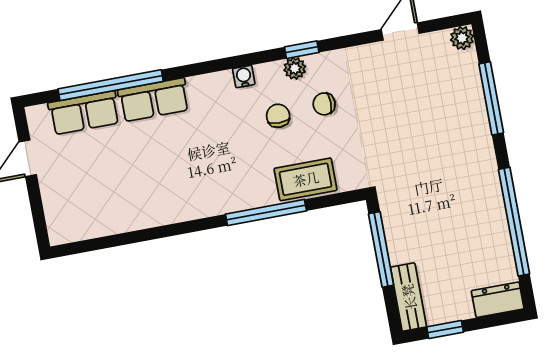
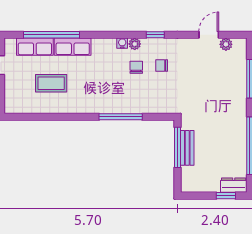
plant: (462, 38) -> (226, 44), moved
plant: (295, 68) -> (135, 44), moved
coffee table: (306, 179) -> (51, 83), moved
bench: (409, 297) -> (187, 148), moved
window: (445, 330) -> (226, 196), moved

